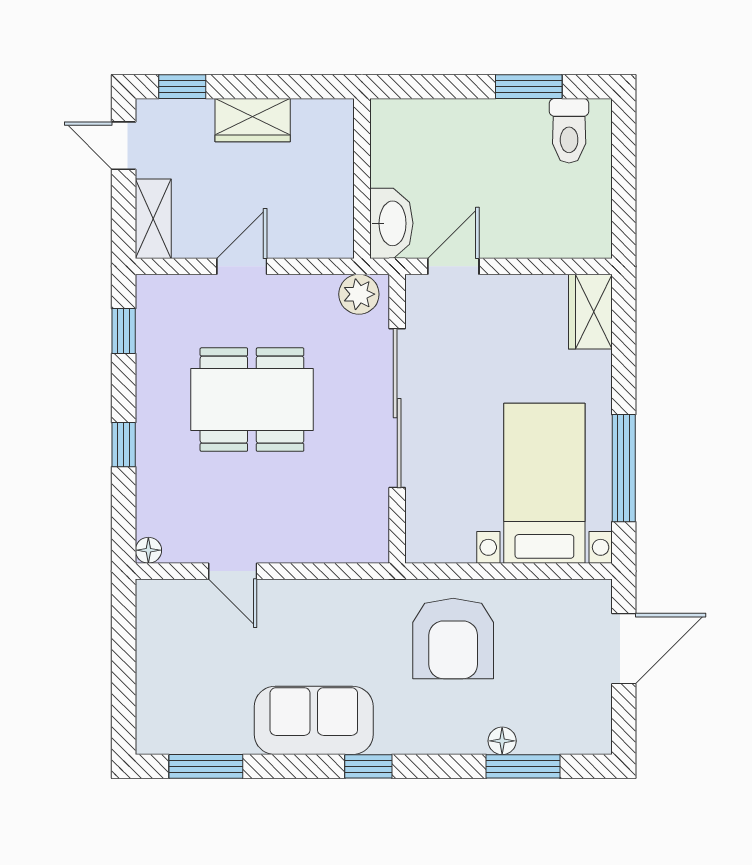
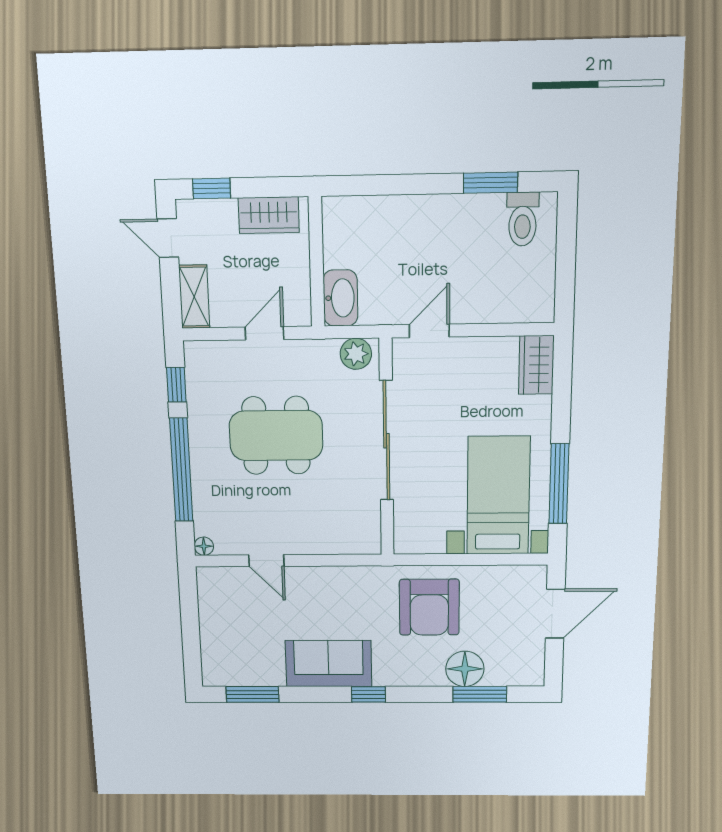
wall: (362, 178) -> (317, 262), moved
washbasin: (391, 223) -> (340, 298), moved
window: (124, 445) -> (181, 470), width x3.17
floor lamp: (502, 741) -> (465, 669), width x1.89, depth x1.89

